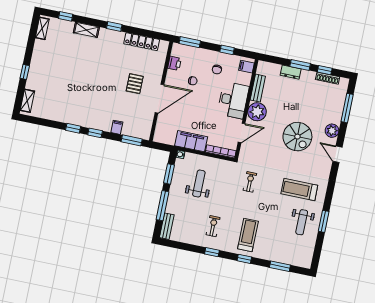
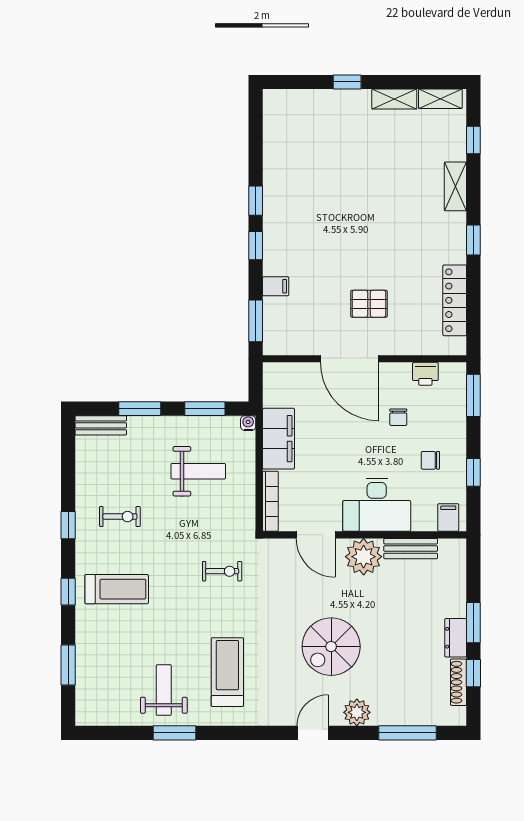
dresser: (291, 72) -> (456, 638), moved
shelving: (27, 101) -> (394, 99), moved
window: (163, 206) -> (140, 409), width x0.69
weight bench: (302, 222) -> (164, 690), turned 90

